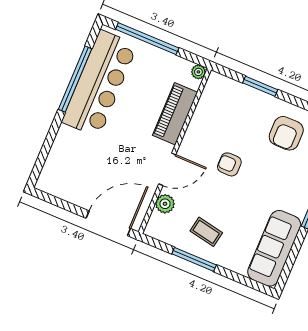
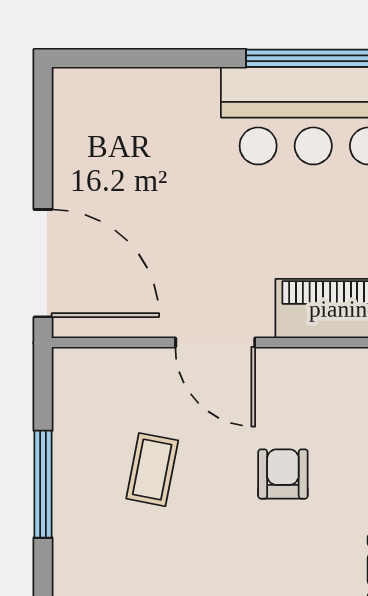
plant: (165, 204) -> (138, 369), removed
coffee table: (206, 232) -> (152, 470), moved

